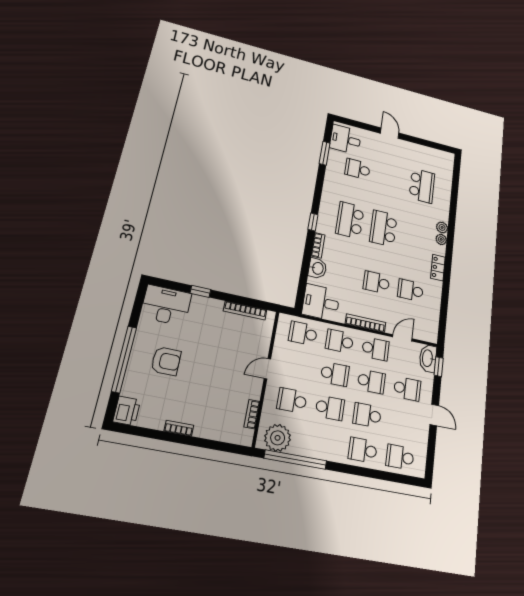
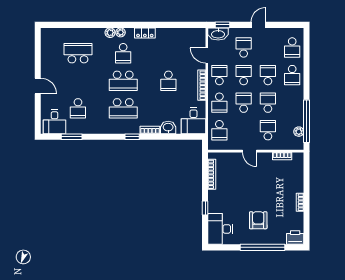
door: (390, 133) -> (38, 86), swing flipped
school desk: (410, 290) -> (123, 53), moved
school desk: (292, 400) -> (268, 130), turned 180
school desk: (367, 415) -> (268, 75), turned 180
plant: (278, 438) -> (299, 132), width x0.53, depth x0.53

